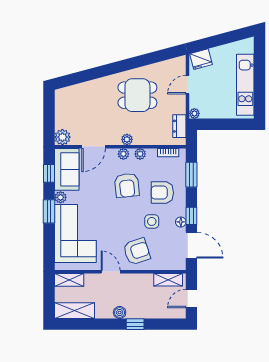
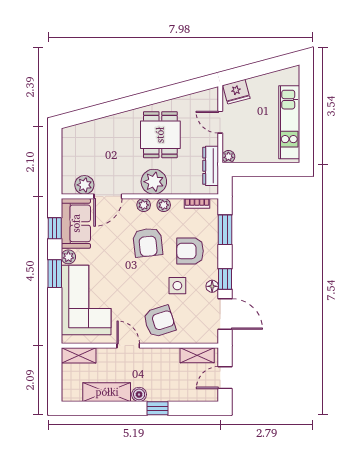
door: (188, 85) -> (220, 122), hinge flipped
dining table: (137, 95) -> (160, 135), turned 90
dresser: (179, 126) -> (211, 166), width x1.44
plant: (62, 137) -> (84, 185), moved
plant: (127, 139) -> (154, 182), width x1.88, depth x1.88
shelving: (74, 311) -> (107, 392), moved

